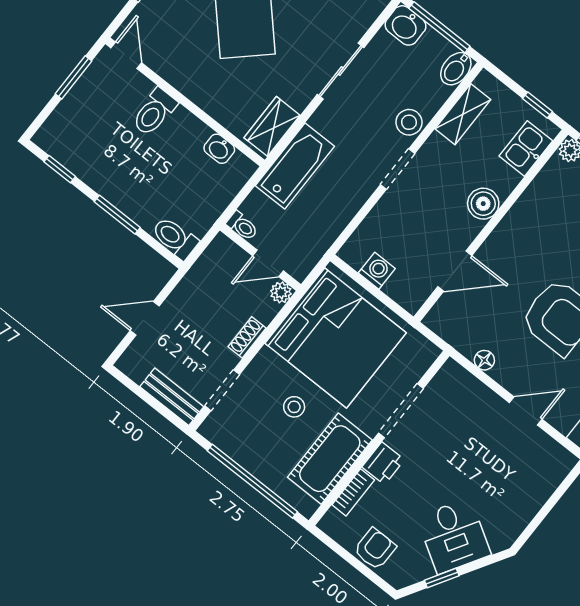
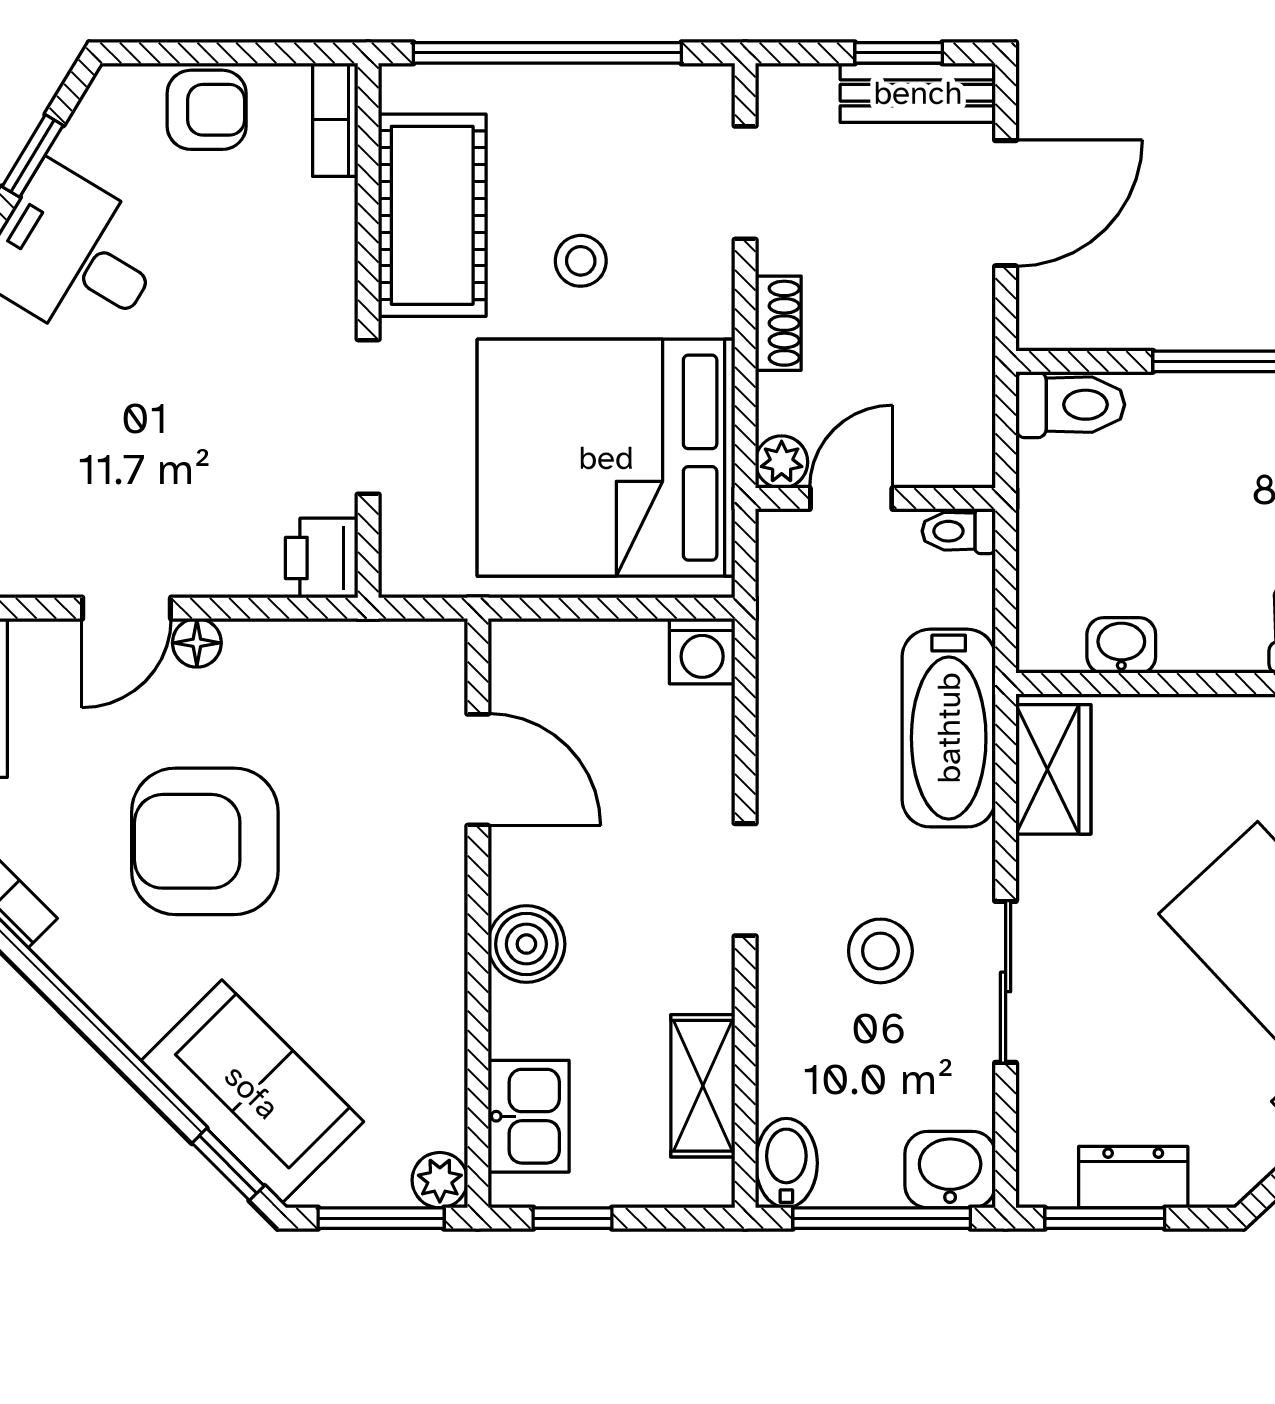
stool: (409, 122) -> (880, 951), moved
washing machine: (377, 271) -> (702, 651), moved
door: (455, 271) -> (478, 770), swing flipped
door: (145, 318) -> (1006, 203), width x1.37
floor lamp: (484, 360) -> (197, 643), moved
window: (141, 393) -> (899, 53), added
bench: (172, 397) -> (918, 93), moved
printer: (383, 463) -> (322, 558), moved
bookcase: (353, 492) -> (335, 120), moved
armchair: (375, 549) -> (207, 110), turned -90

